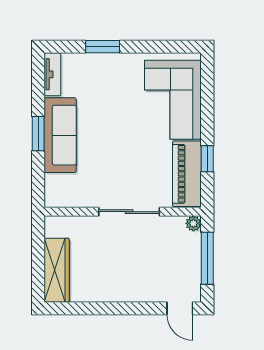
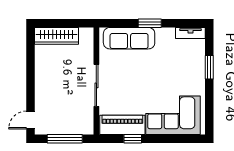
sofa: (60, 135) -> (129, 38), moved
plant: (193, 223) -> (88, 129), removed

